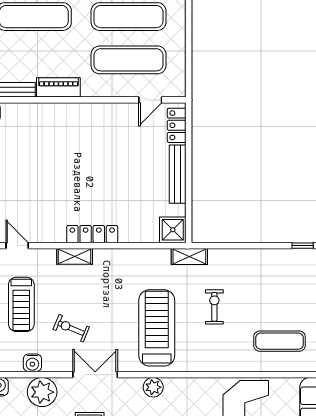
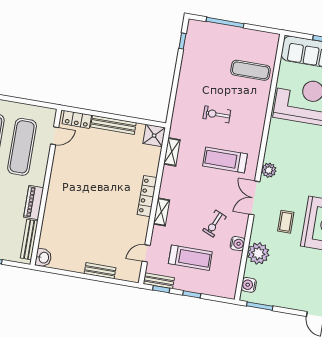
door: (150, 100) -> (55, 136), hinge flipped
shelving: (189, 257) -> (172, 152), moved
treadmill: (157, 328) -> (225, 160), width x0.73, depth x0.73
exercise mat: (279, 341) -> (251, 70), turned 90
water cooler: (32, 363) -> (237, 244), moved
double door: (95, 375) -> (254, 198), moved

